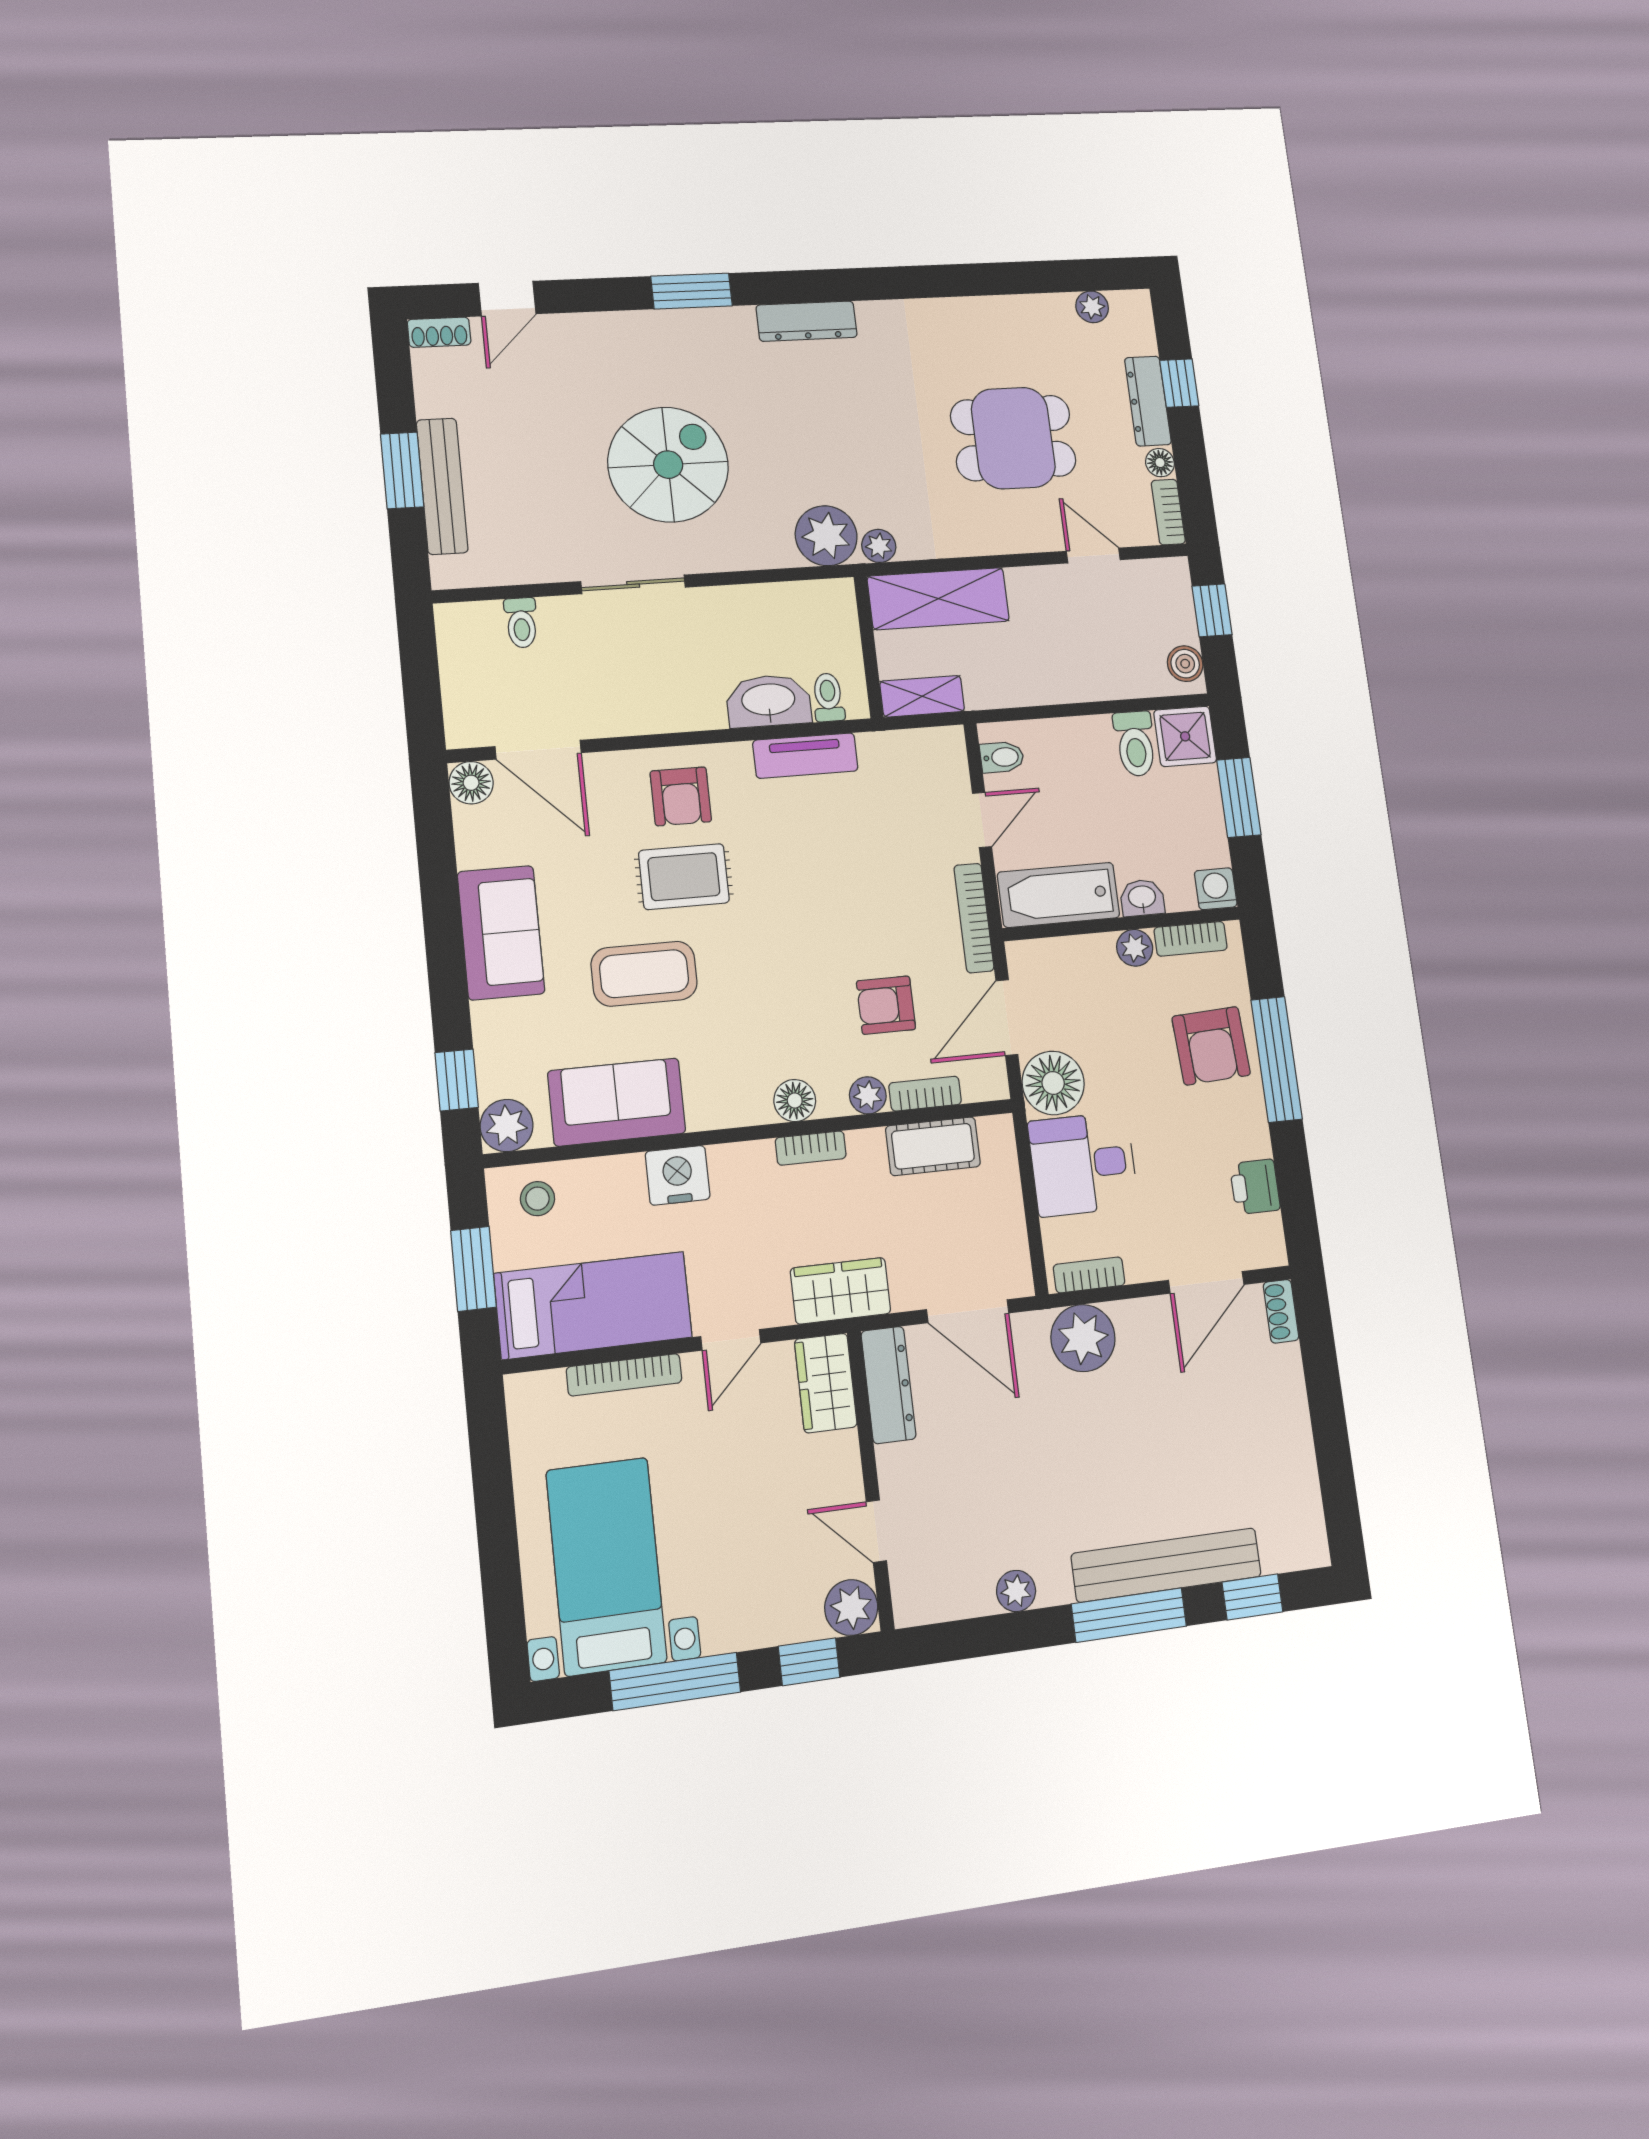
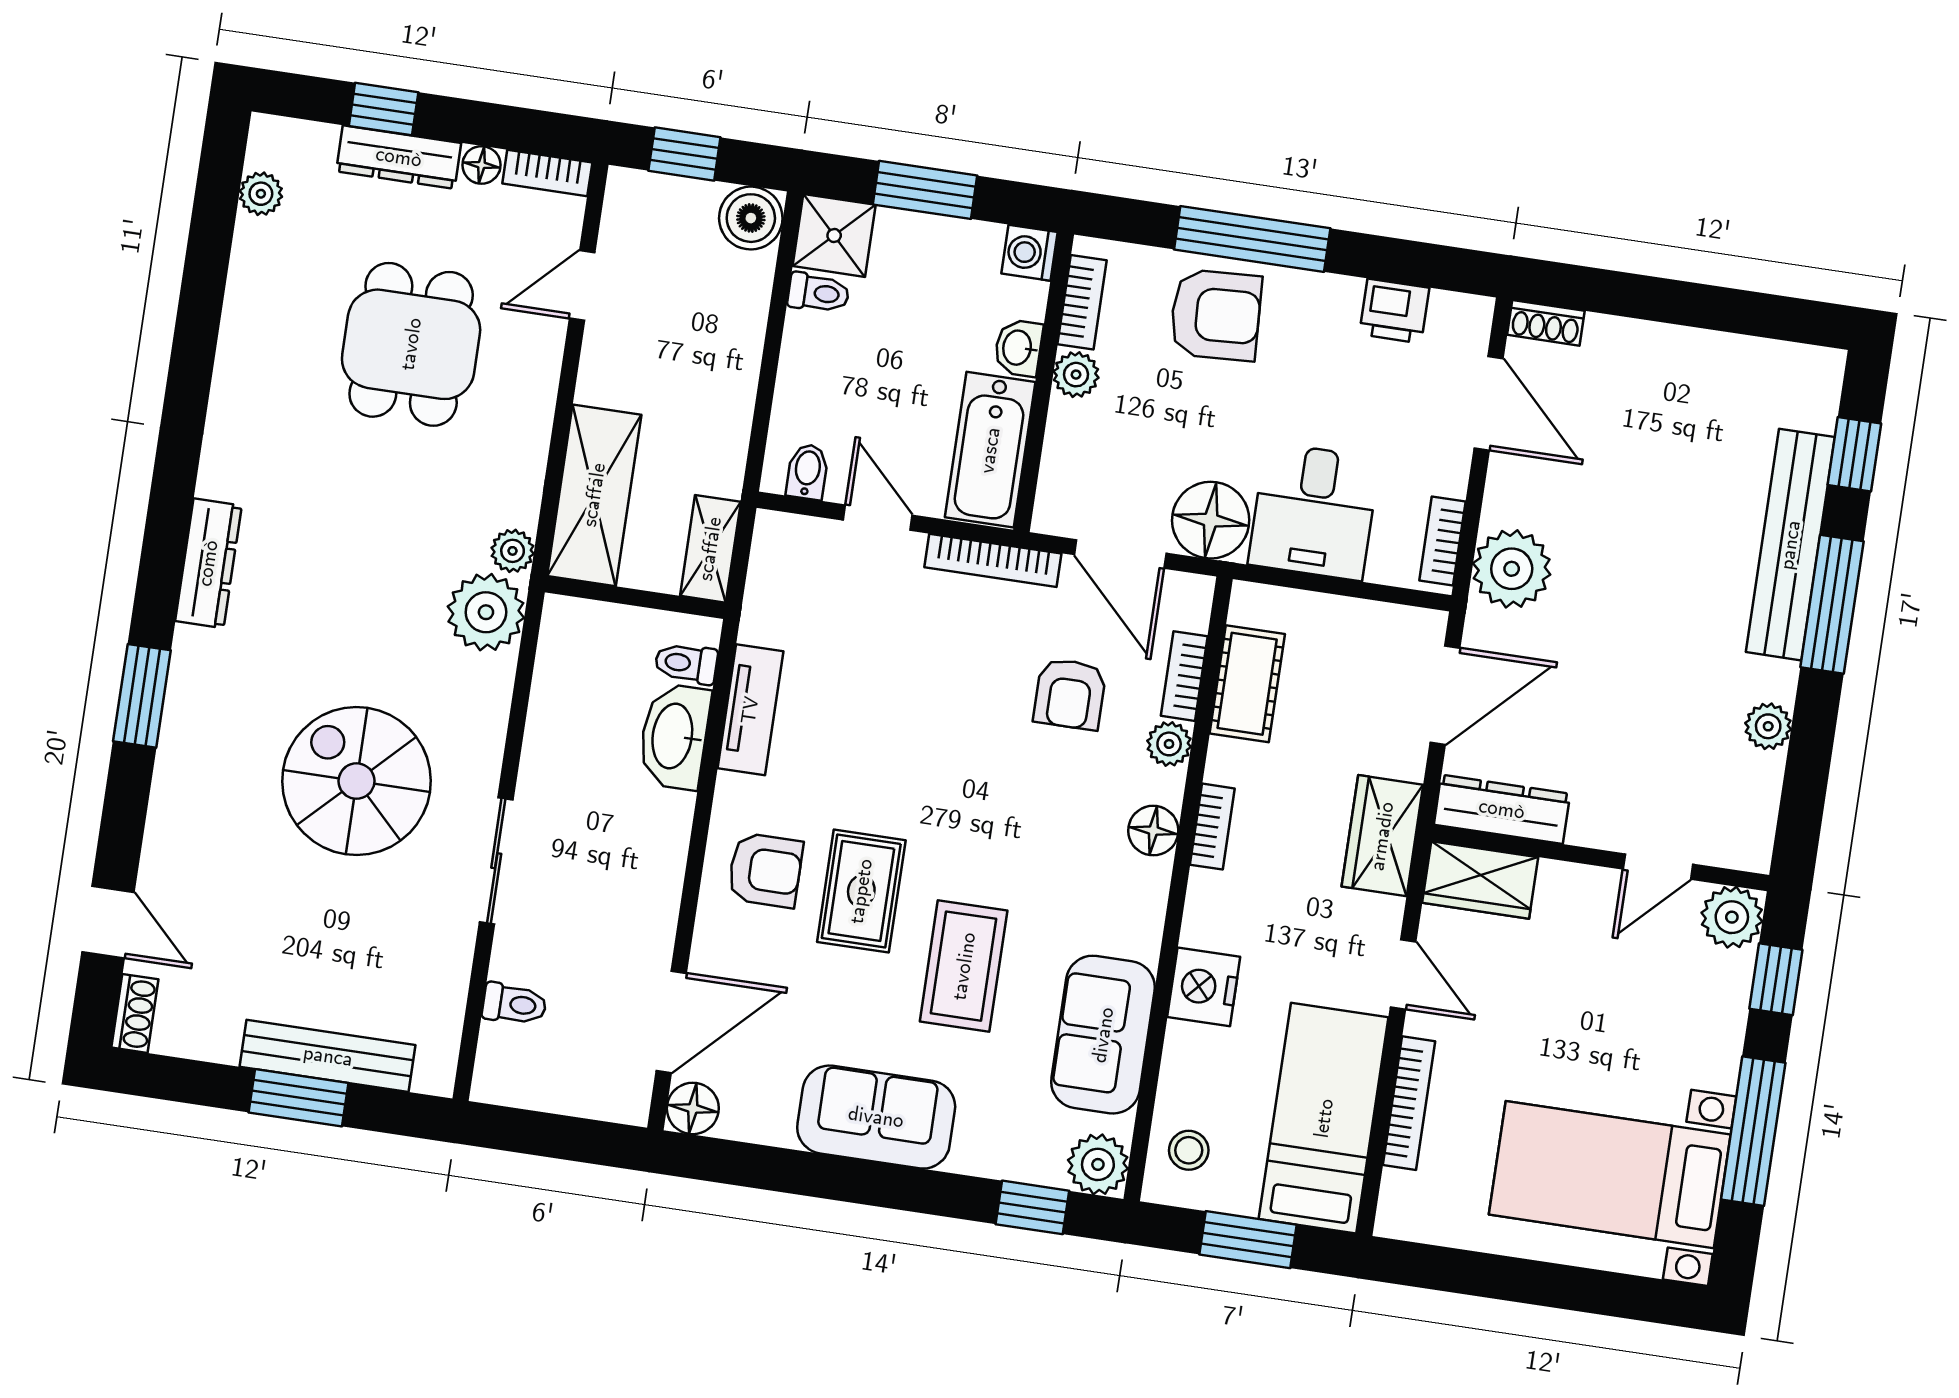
boiler: (1185, 664) -> (751, 218), width x1.36, depth x1.36
toilet: (1135, 744) -> (818, 293), width x0.73, depth x0.72

